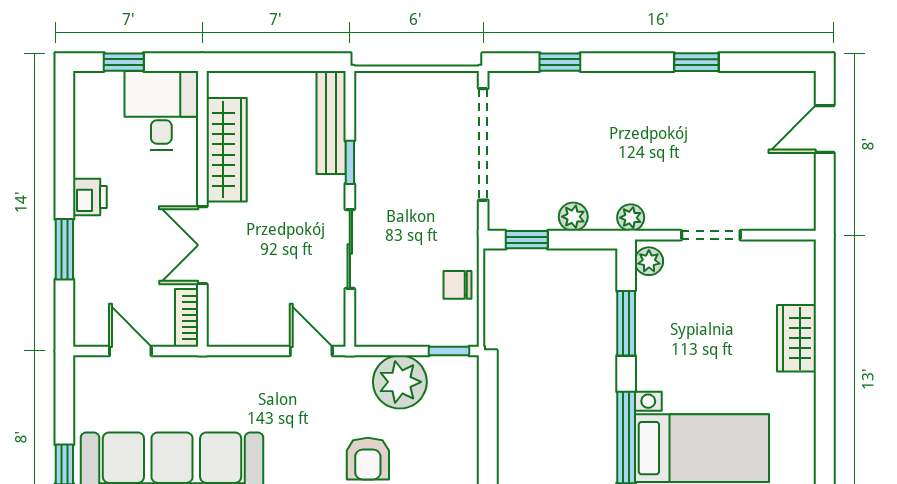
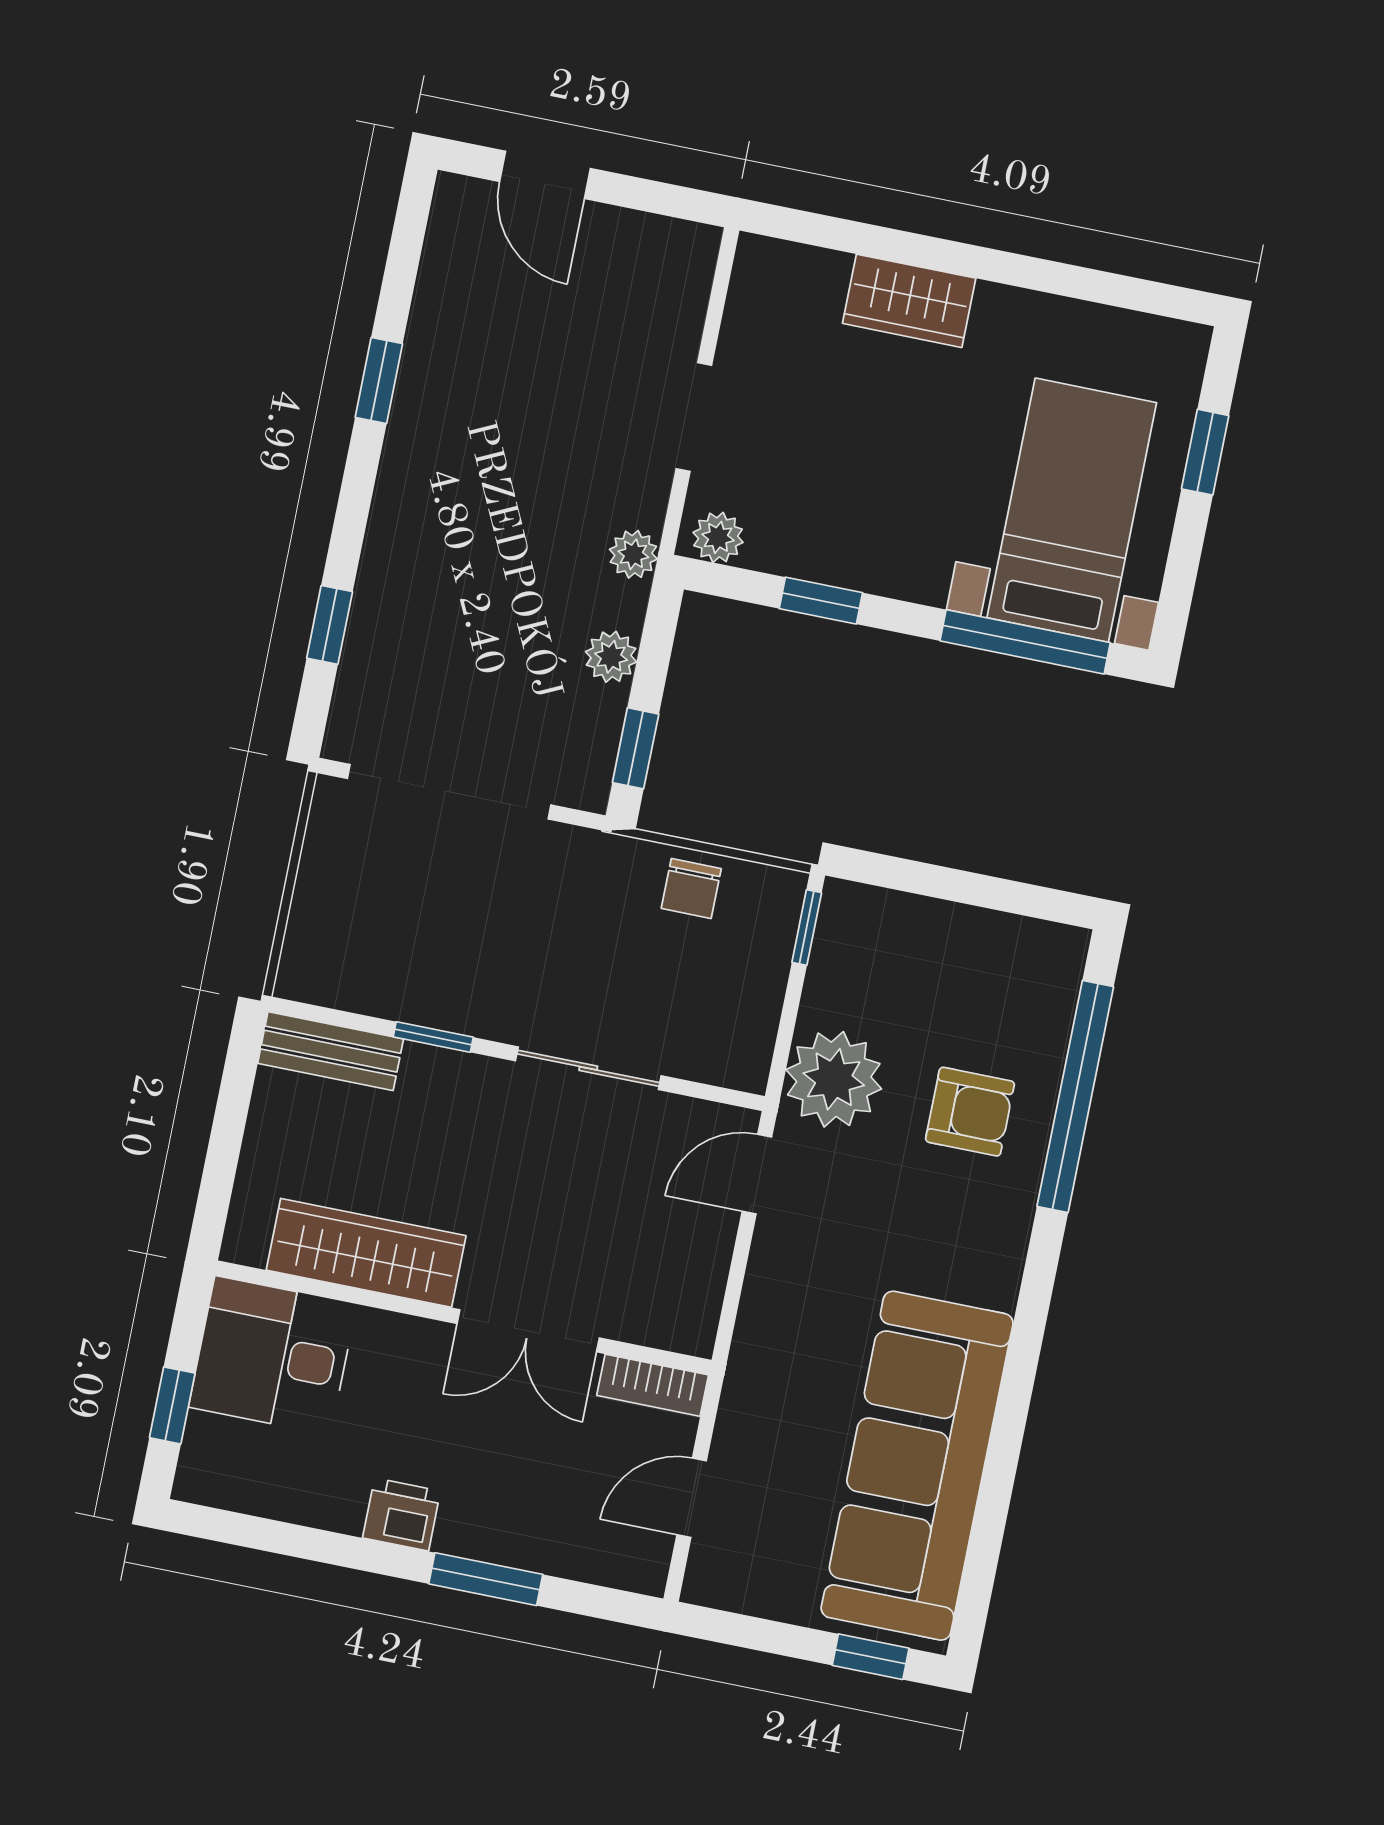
bench: (331, 123) -> (331, 1051), width x0.73
window: (626, 323) -> (821, 601), width x0.67
plant: (400, 382) -> (834, 1079), moved

